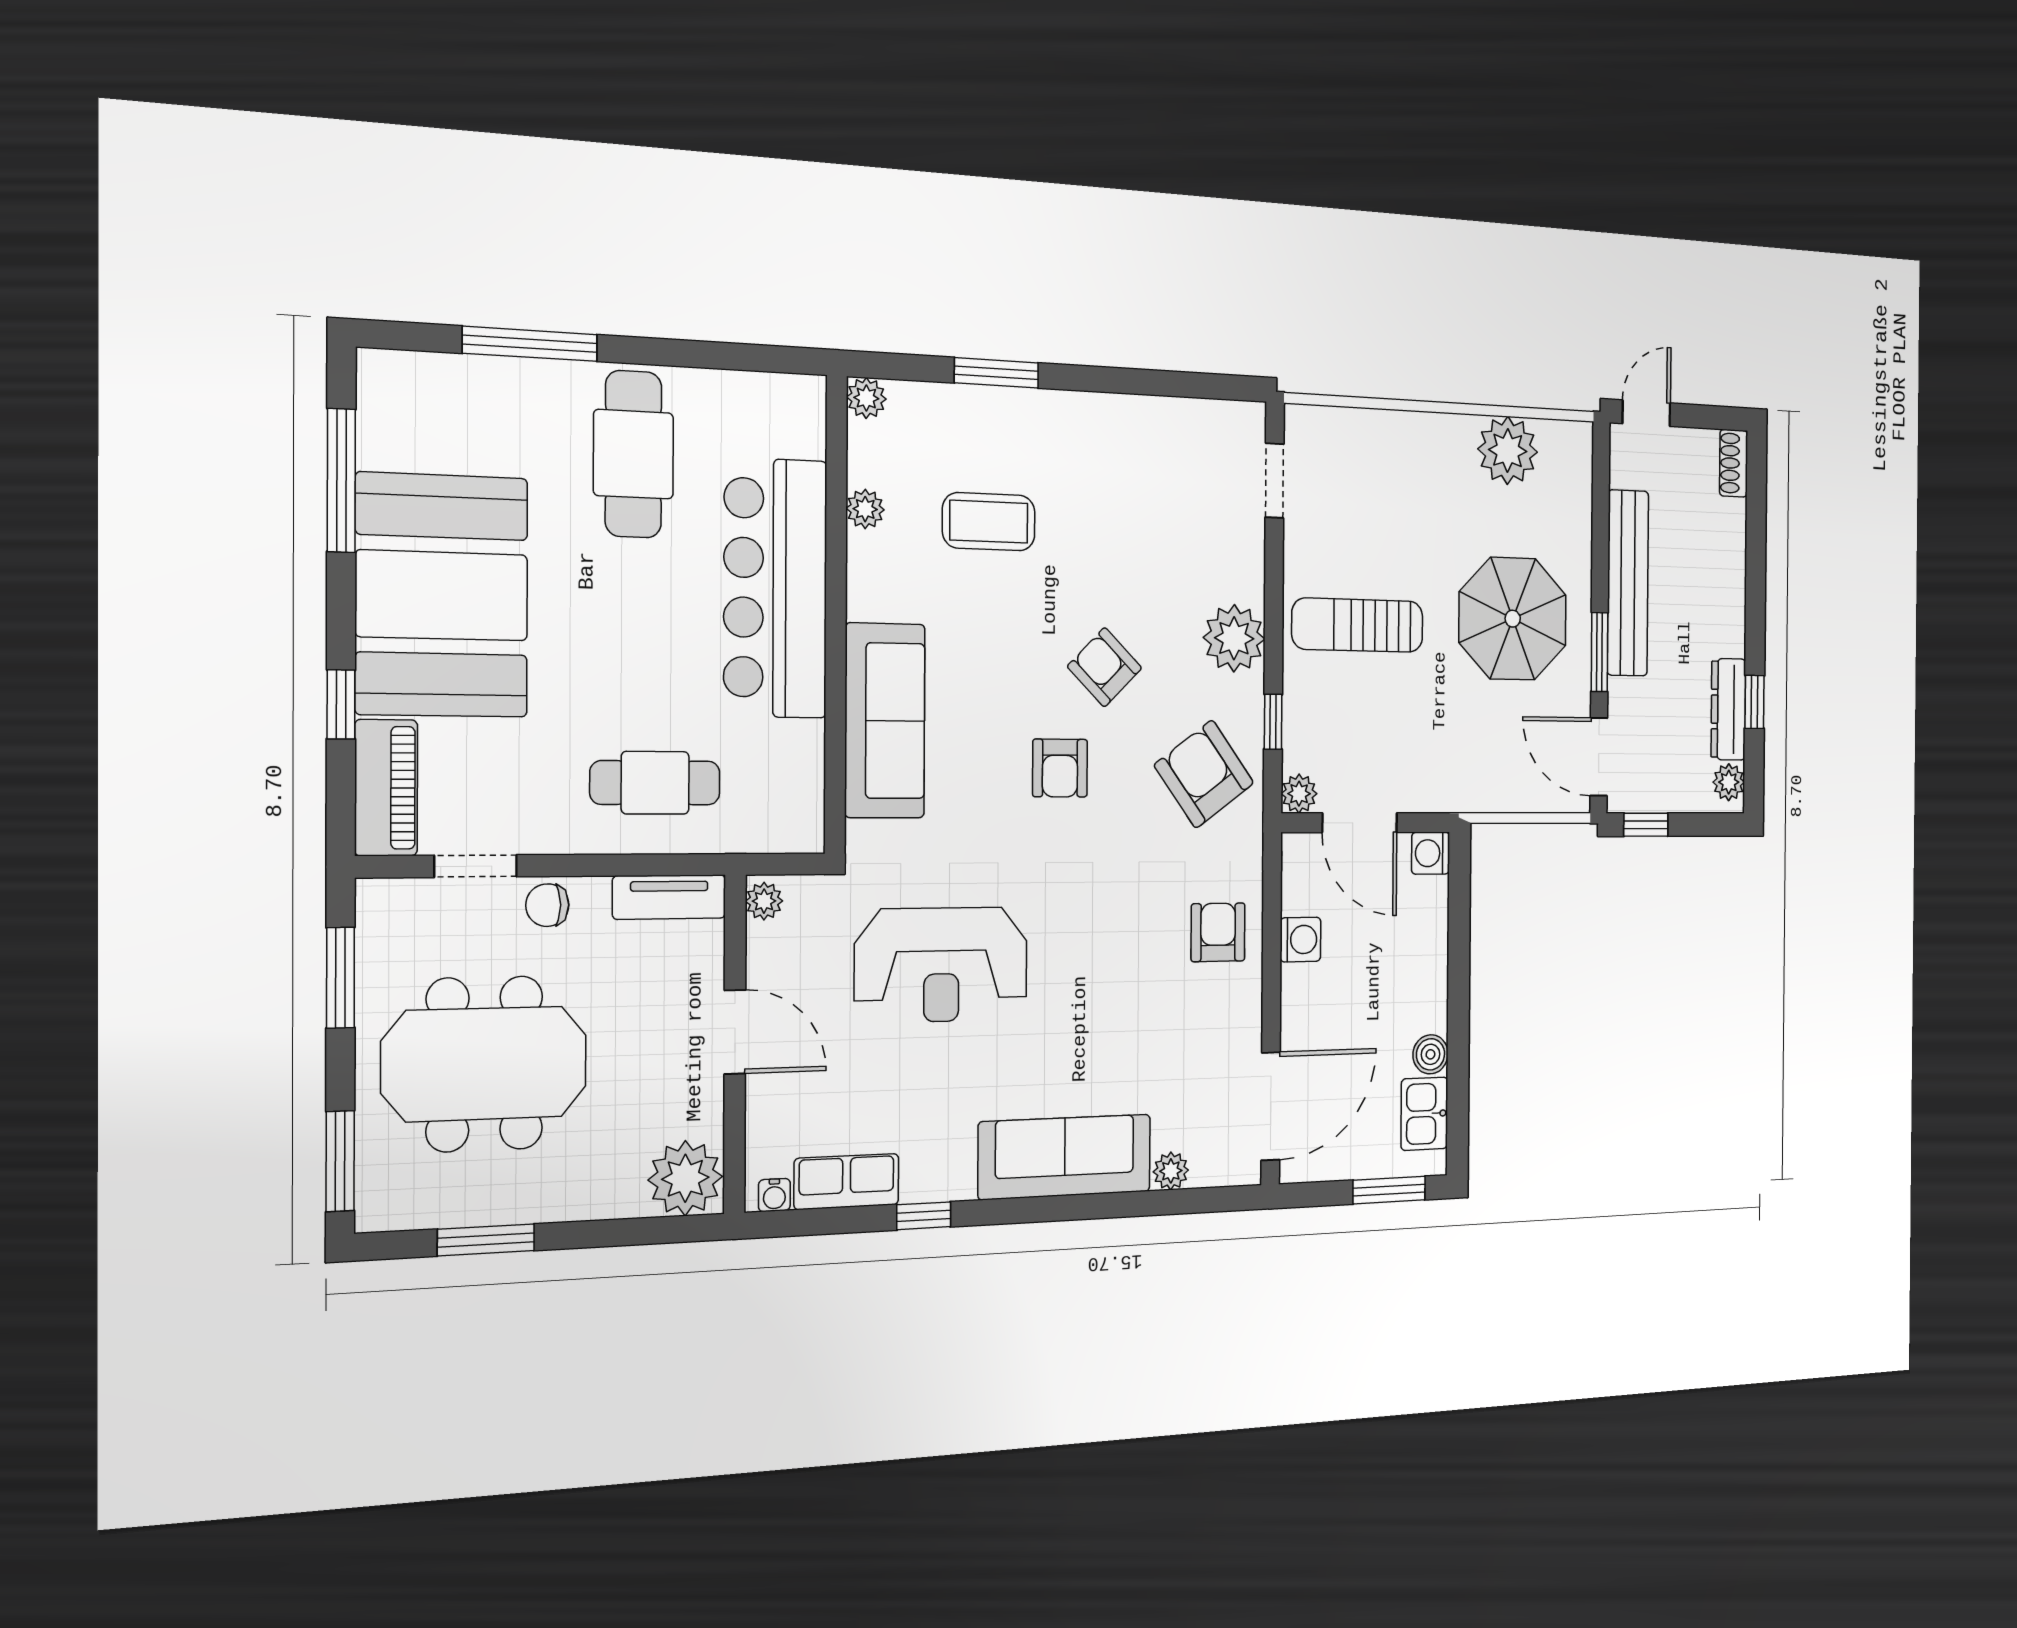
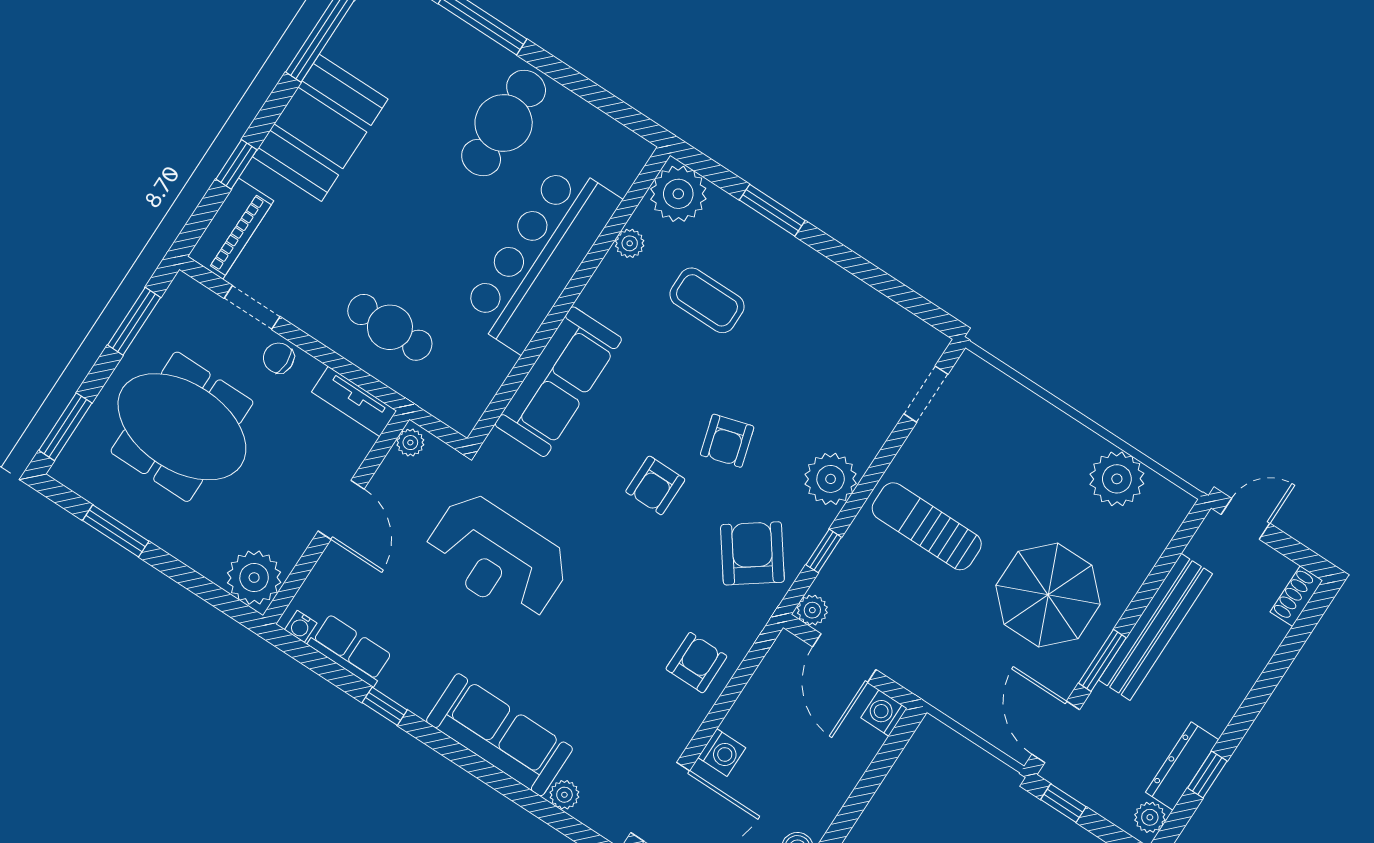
plant: (866, 398) -> (678, 194), width x1.87, depth x1.87
booth: (442, 595) -> (320, 128), width x0.73, depth x0.70
armchair: (1105, 667) -> (727, 441), turned -151
washing machine: (1300, 940) -> (722, 753), moved

